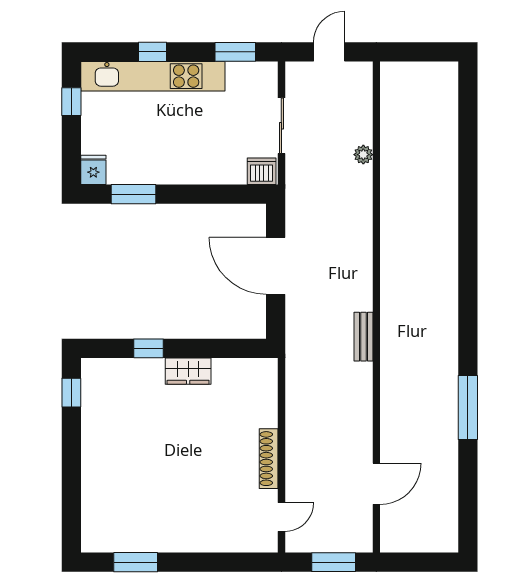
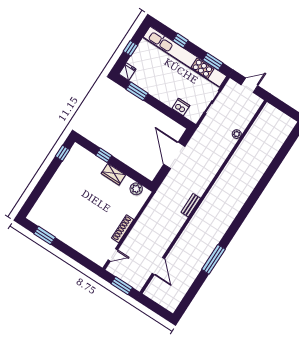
kitchen unit: (153, 76) -> (185, 57), width x1.36
window: (71, 102) -> (130, 48), moved
dishwasher: (262, 171) -> (181, 107), moved
plant: (246, 371) -> (136, 189), added
door: (376, 484) -> (158, 266), hinge flipped

